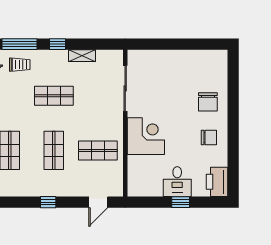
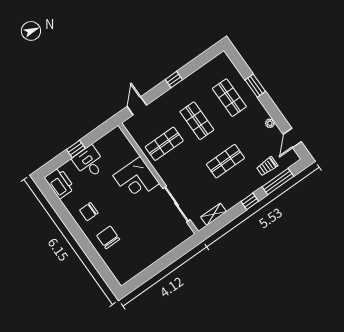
shelving: (82, 56) -> (214, 214), moved

